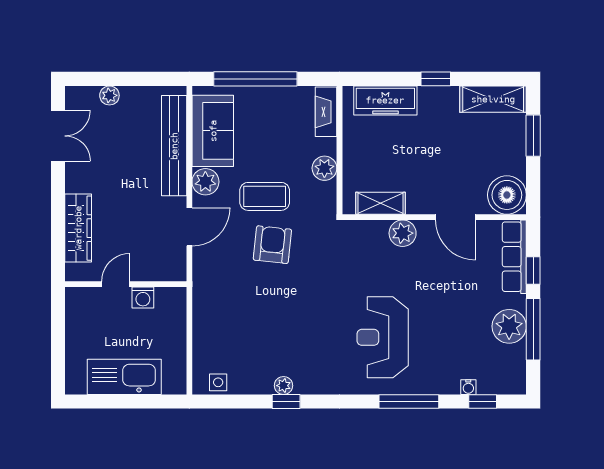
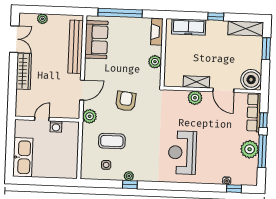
plant: (205, 182) -> (90, 116), moved
coffee table: (265, 196) -> (112, 141), moved
shelving: (381, 203) -> (196, 82), moved
wardrobe: (78, 228) -> (24, 71), moved
kitchen sink: (124, 377) -> (23, 157), moved, turned 90
side table: (218, 382) -> (106, 165), moved
window: (409, 401) -> (195, 187), removed

